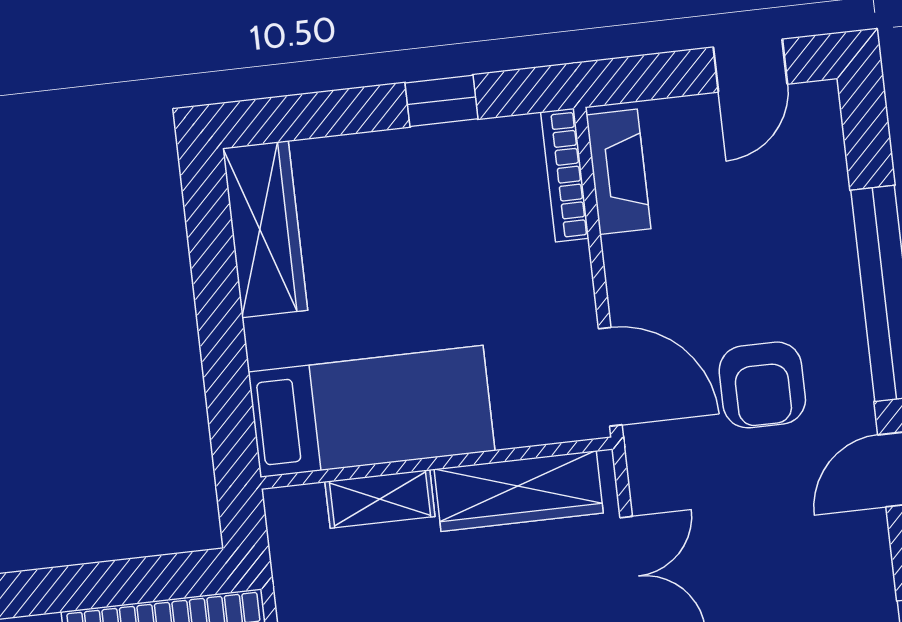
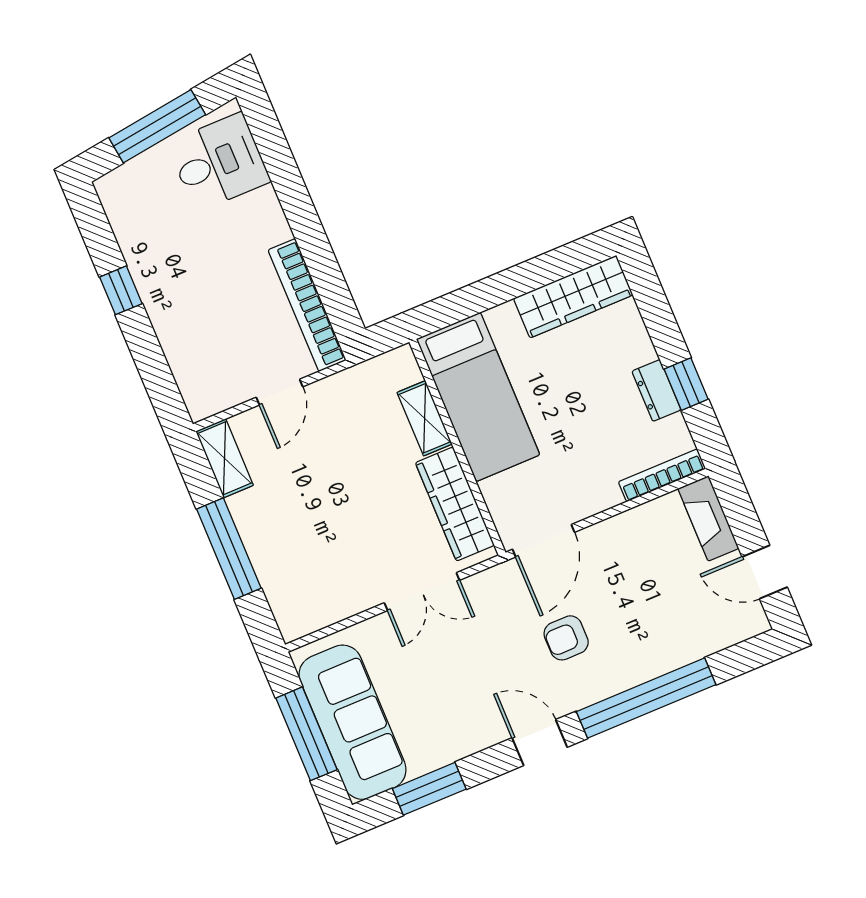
dresser: (438, 147) -> (656, 391), added
fireplace: (618, 172) -> (708, 519), moved, turned 90
armchair: (762, 385) -> (566, 638), width x0.72, depth x0.72

